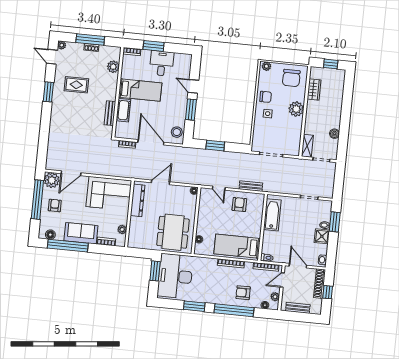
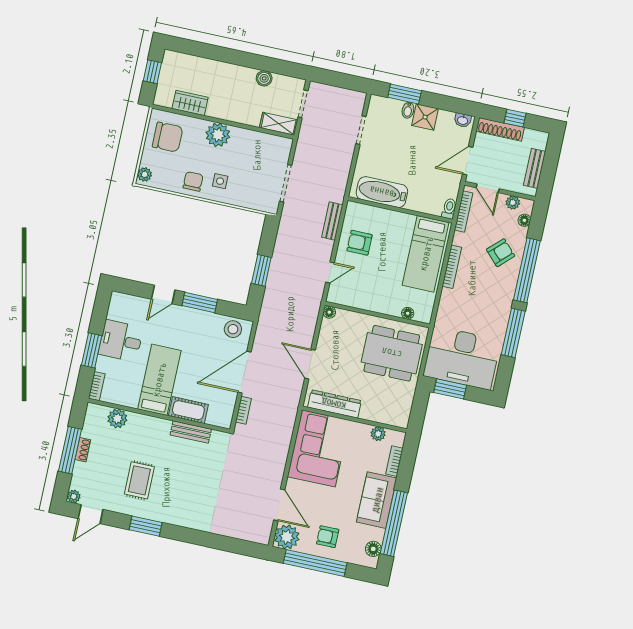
armchair: (243, 293) -> (501, 253), turned -134
window: (194, 306) -> (513, 333), width x1.44

